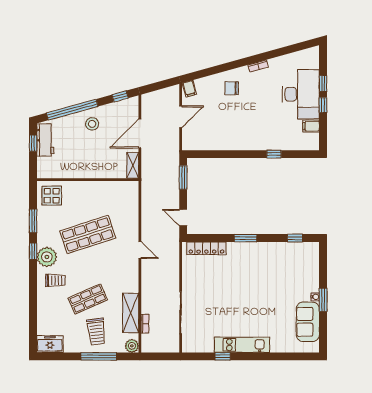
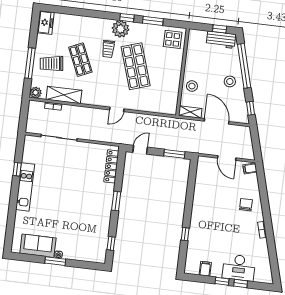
desk: (301, 94) -> (239, 268), width x0.73, depth x0.77
stool: (103, 167) -> (192, 86), added
trolley: (55, 280) -> (108, 49), moved

